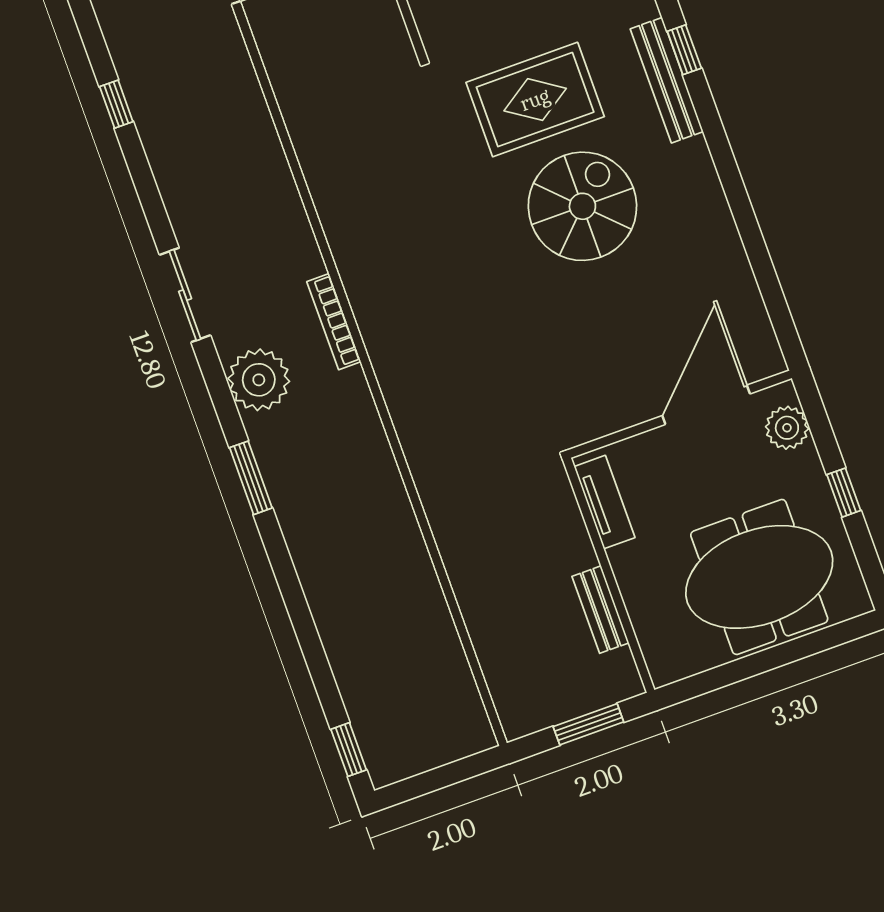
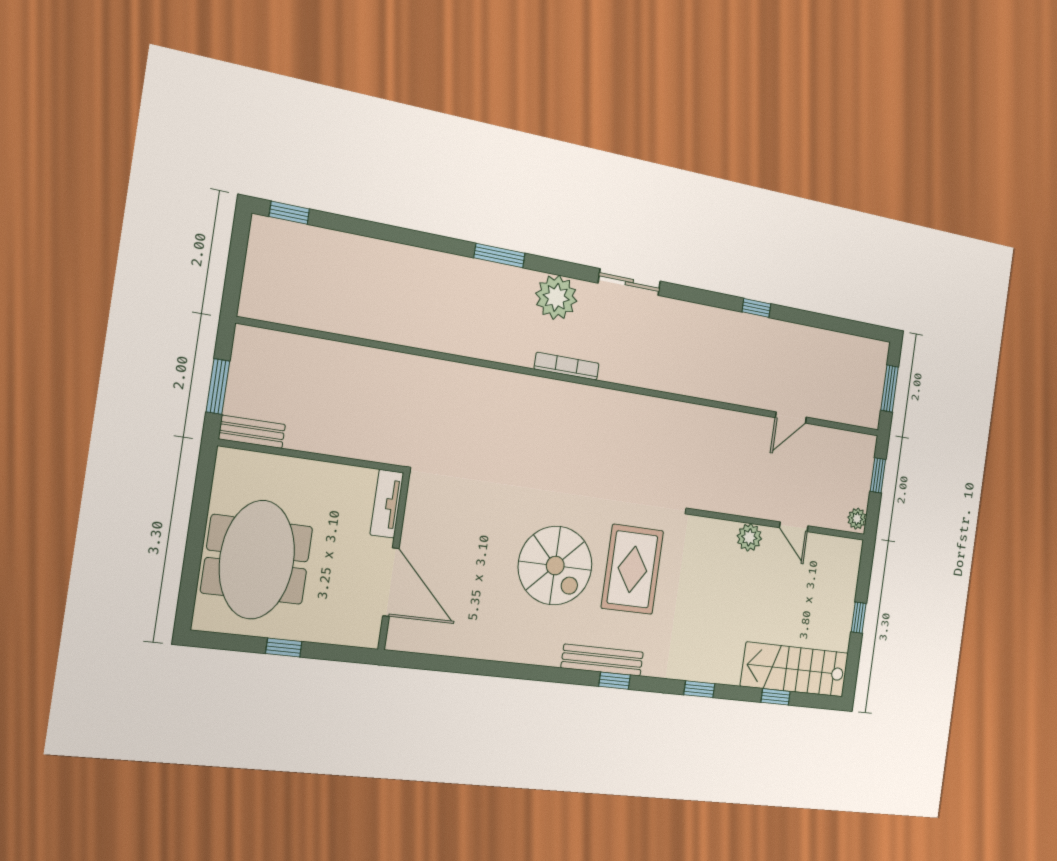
plant: (787, 428) -> (348, 630), removed
tv unit: (604, 502) -> (387, 504), moved, turned 90
bench: (600, 610) -> (252, 432), moved

